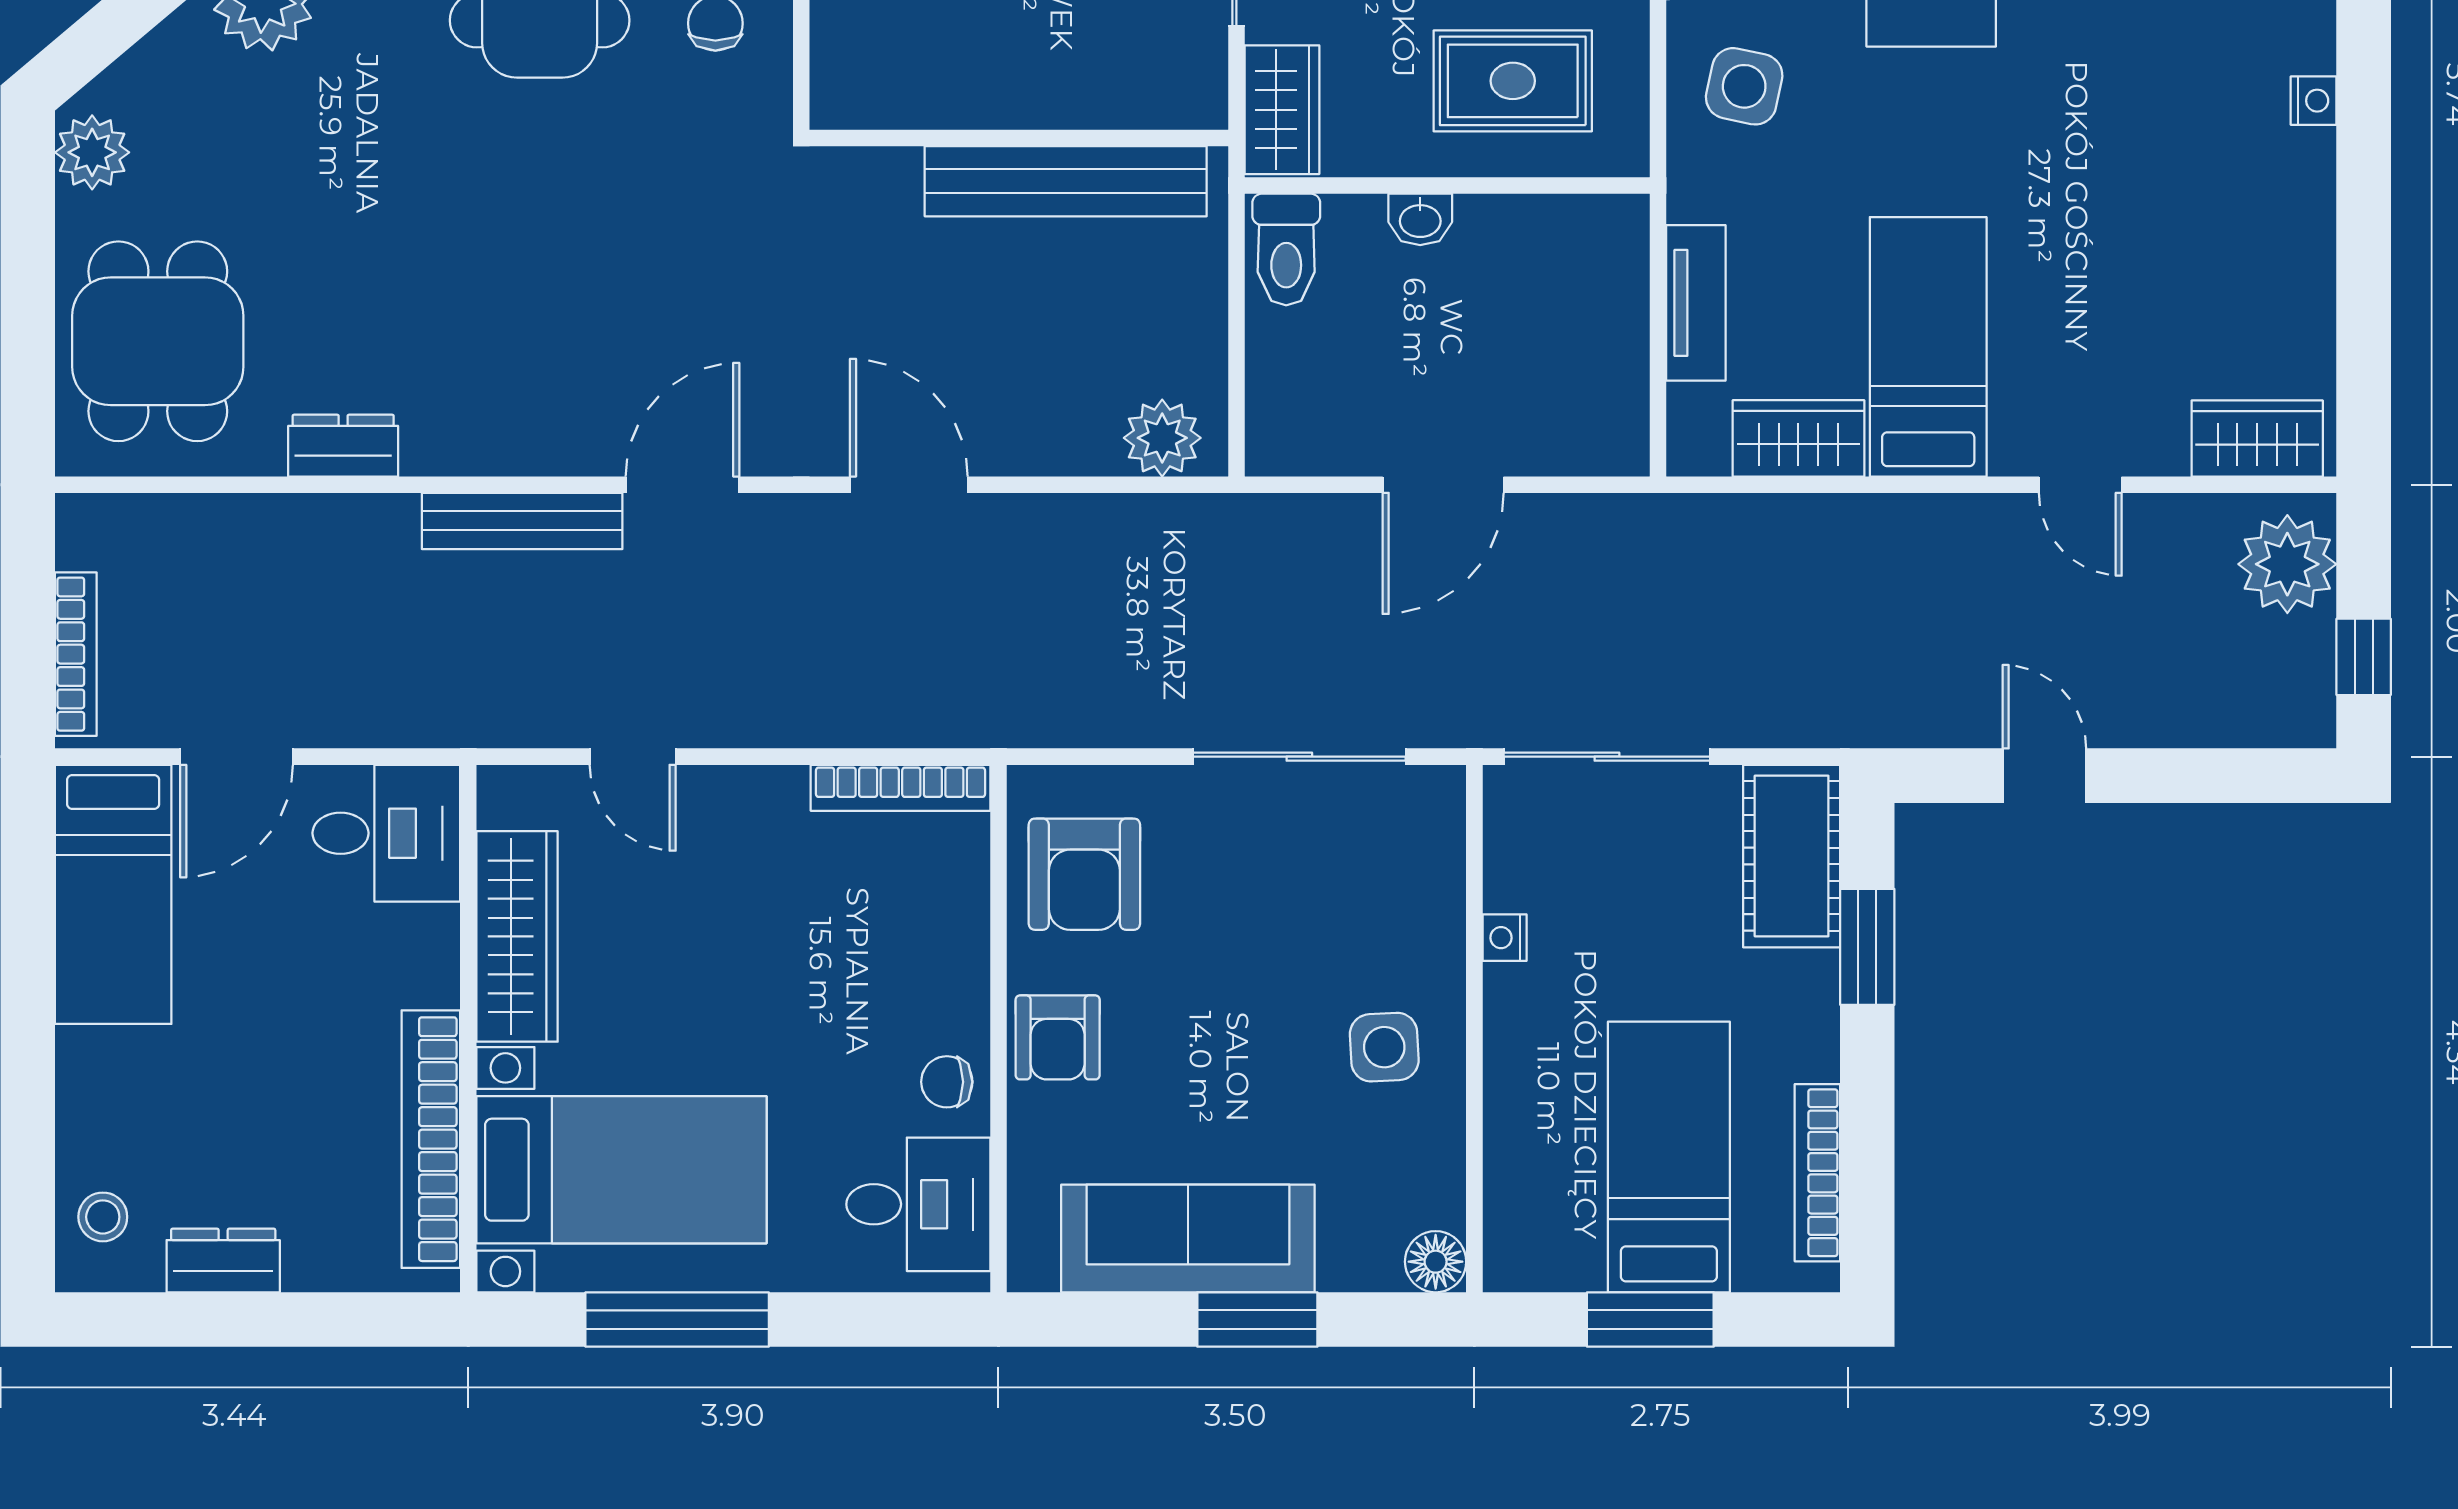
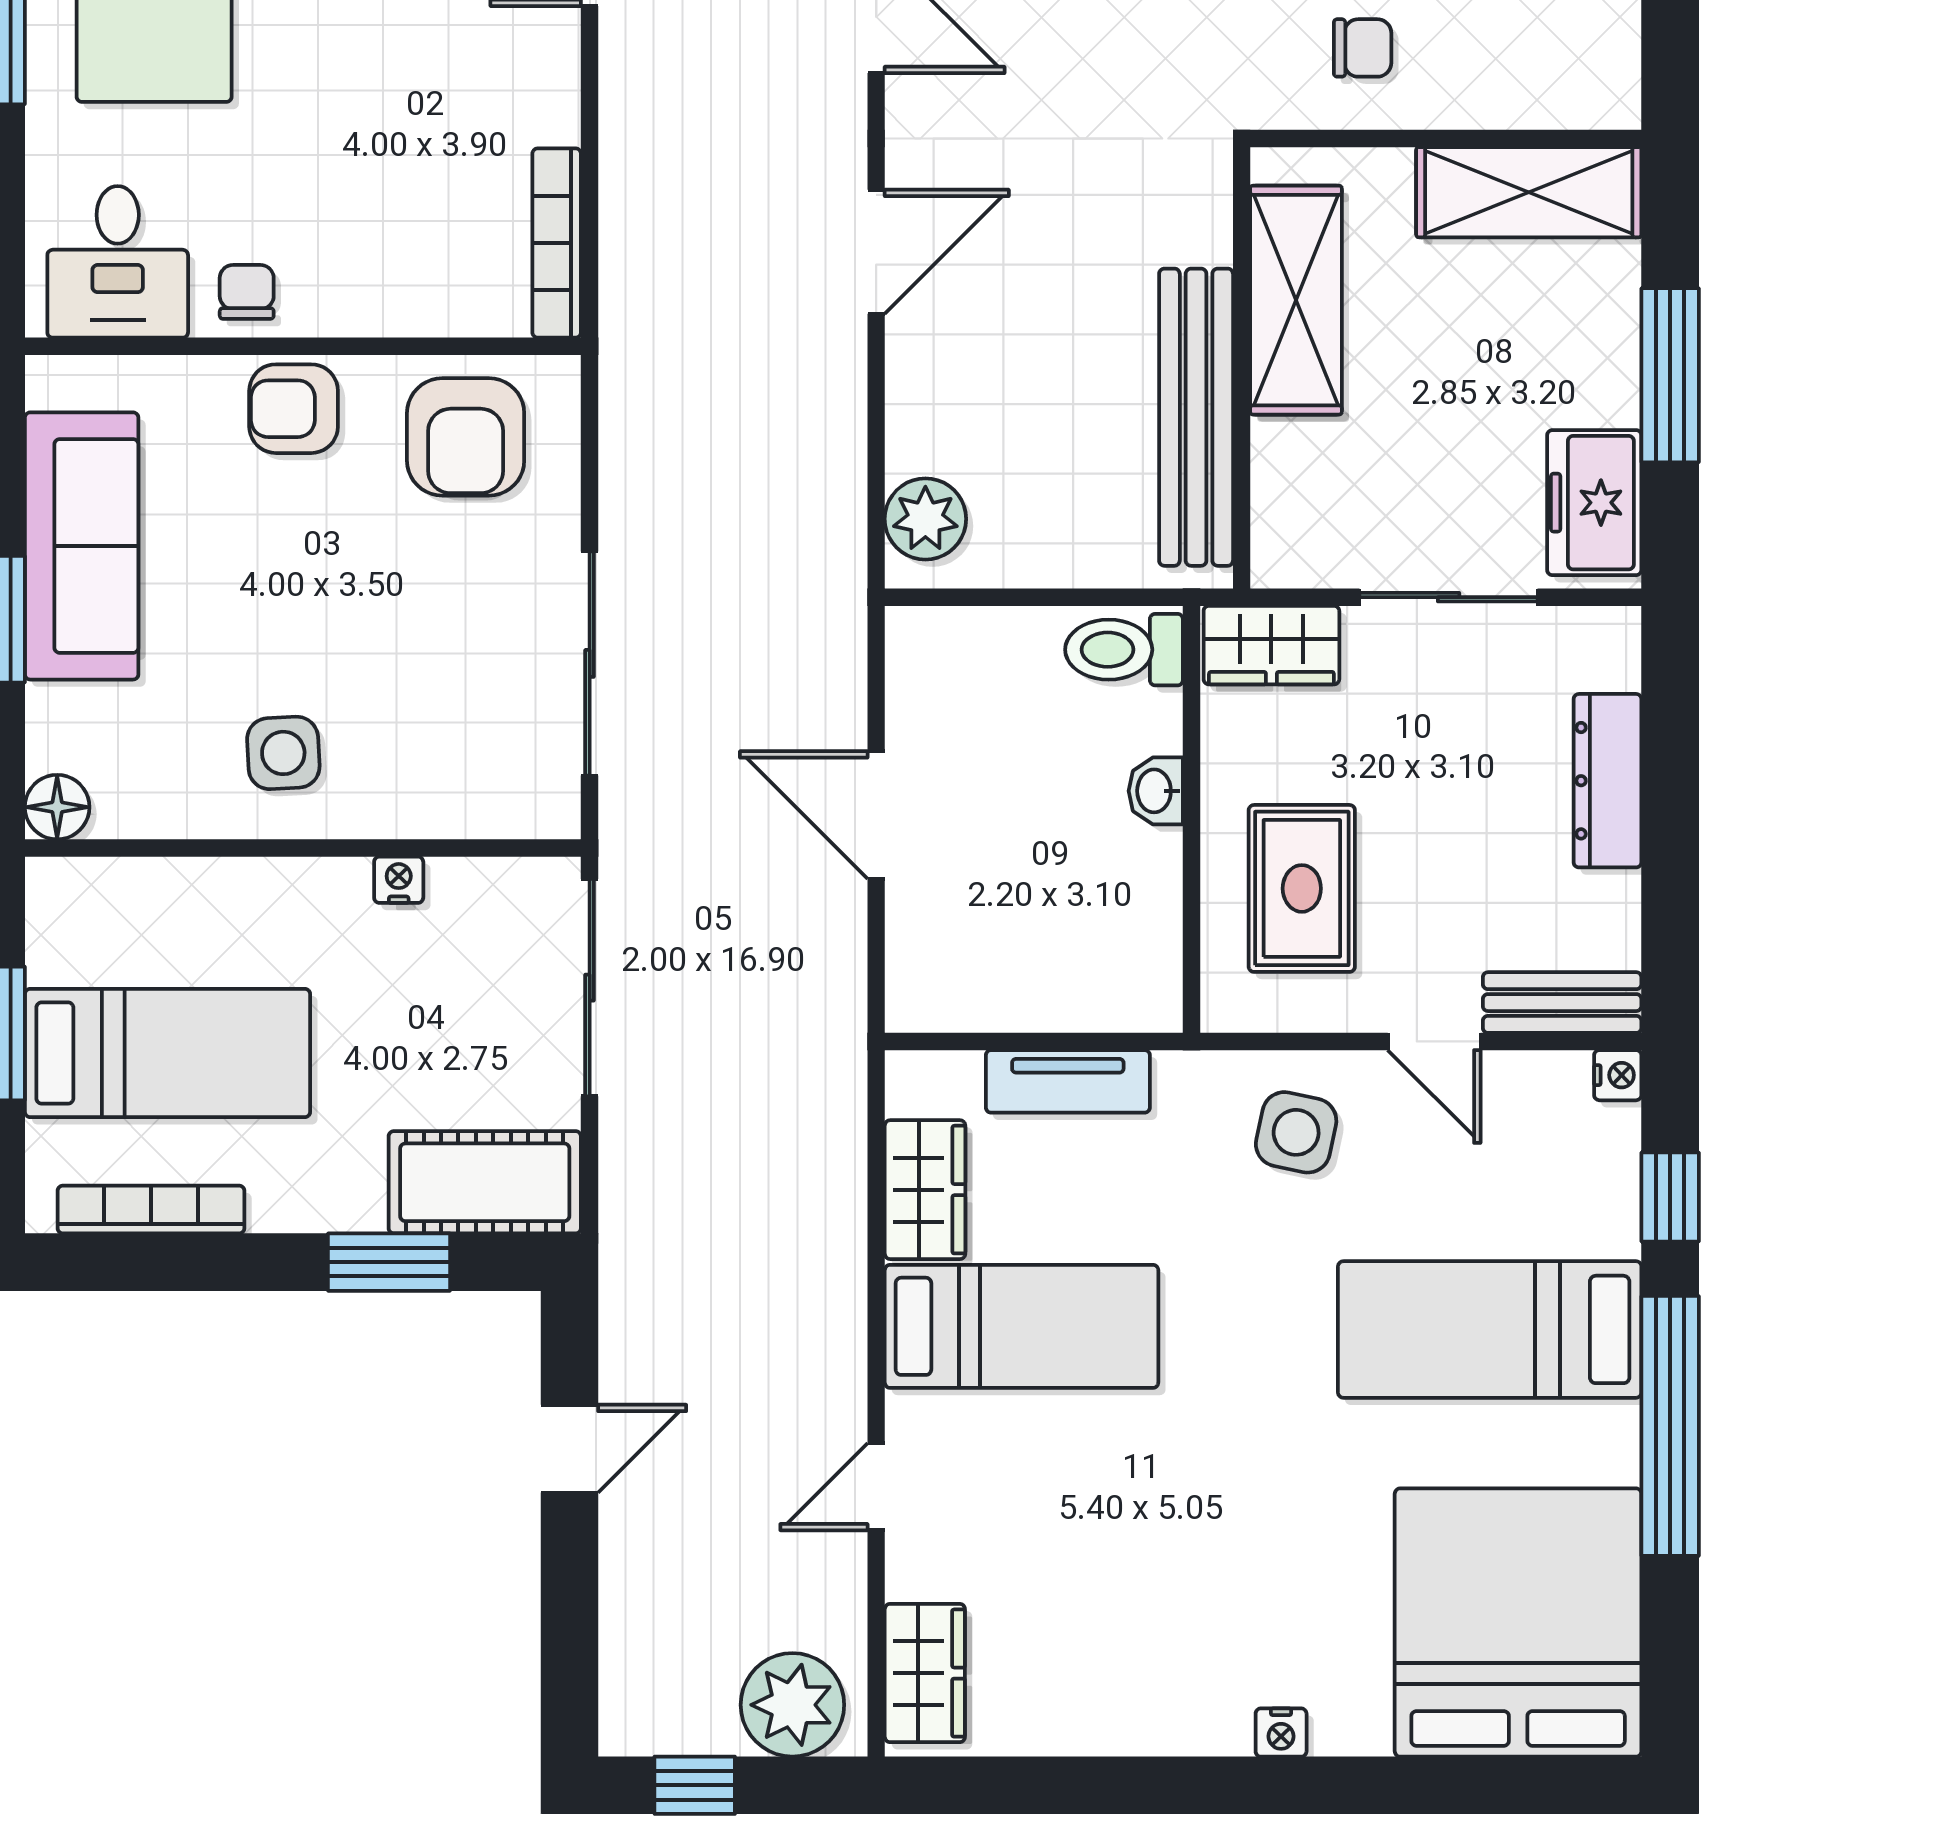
shelving: (955, 86) -> (1296, 300), added
armchair: (1084, 874) -> (466, 437), turned -90

